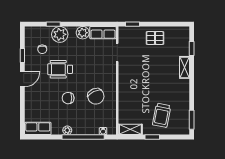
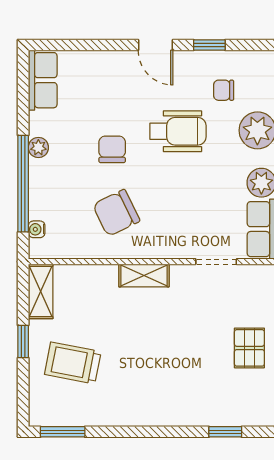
shelving: (184, 67) -> (144, 275), moved
wheelchair: (60, 69) -> (178, 131), turned 90

